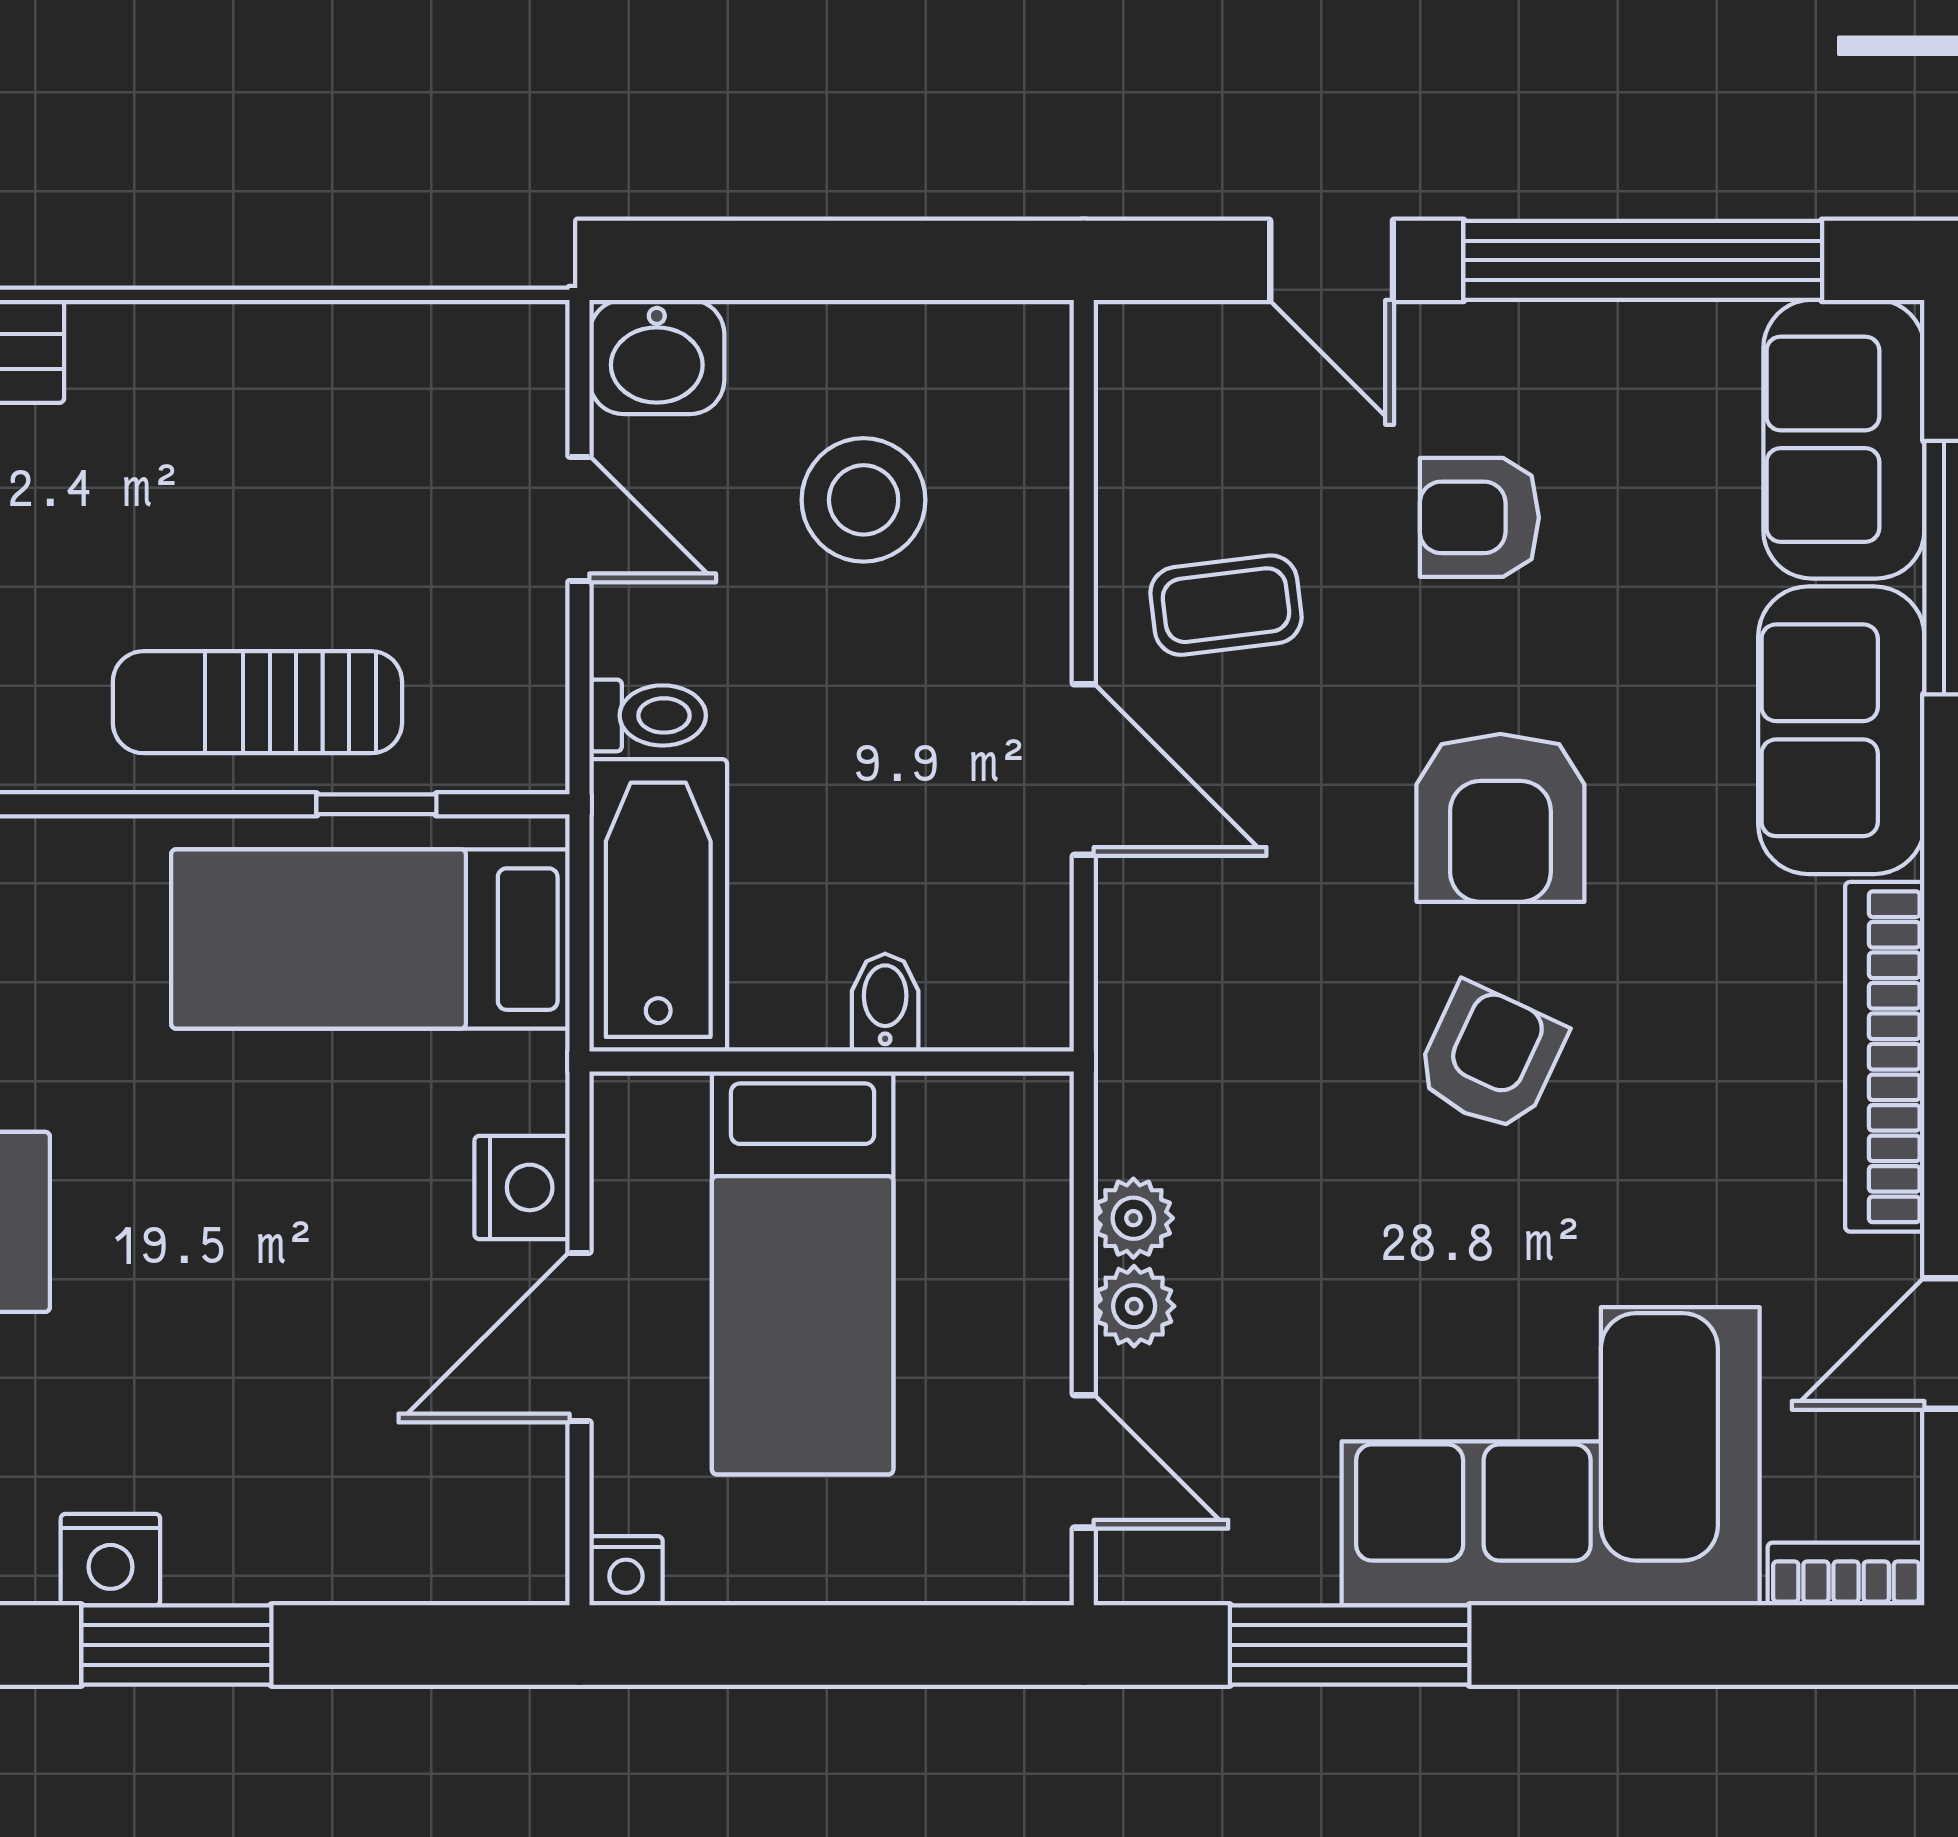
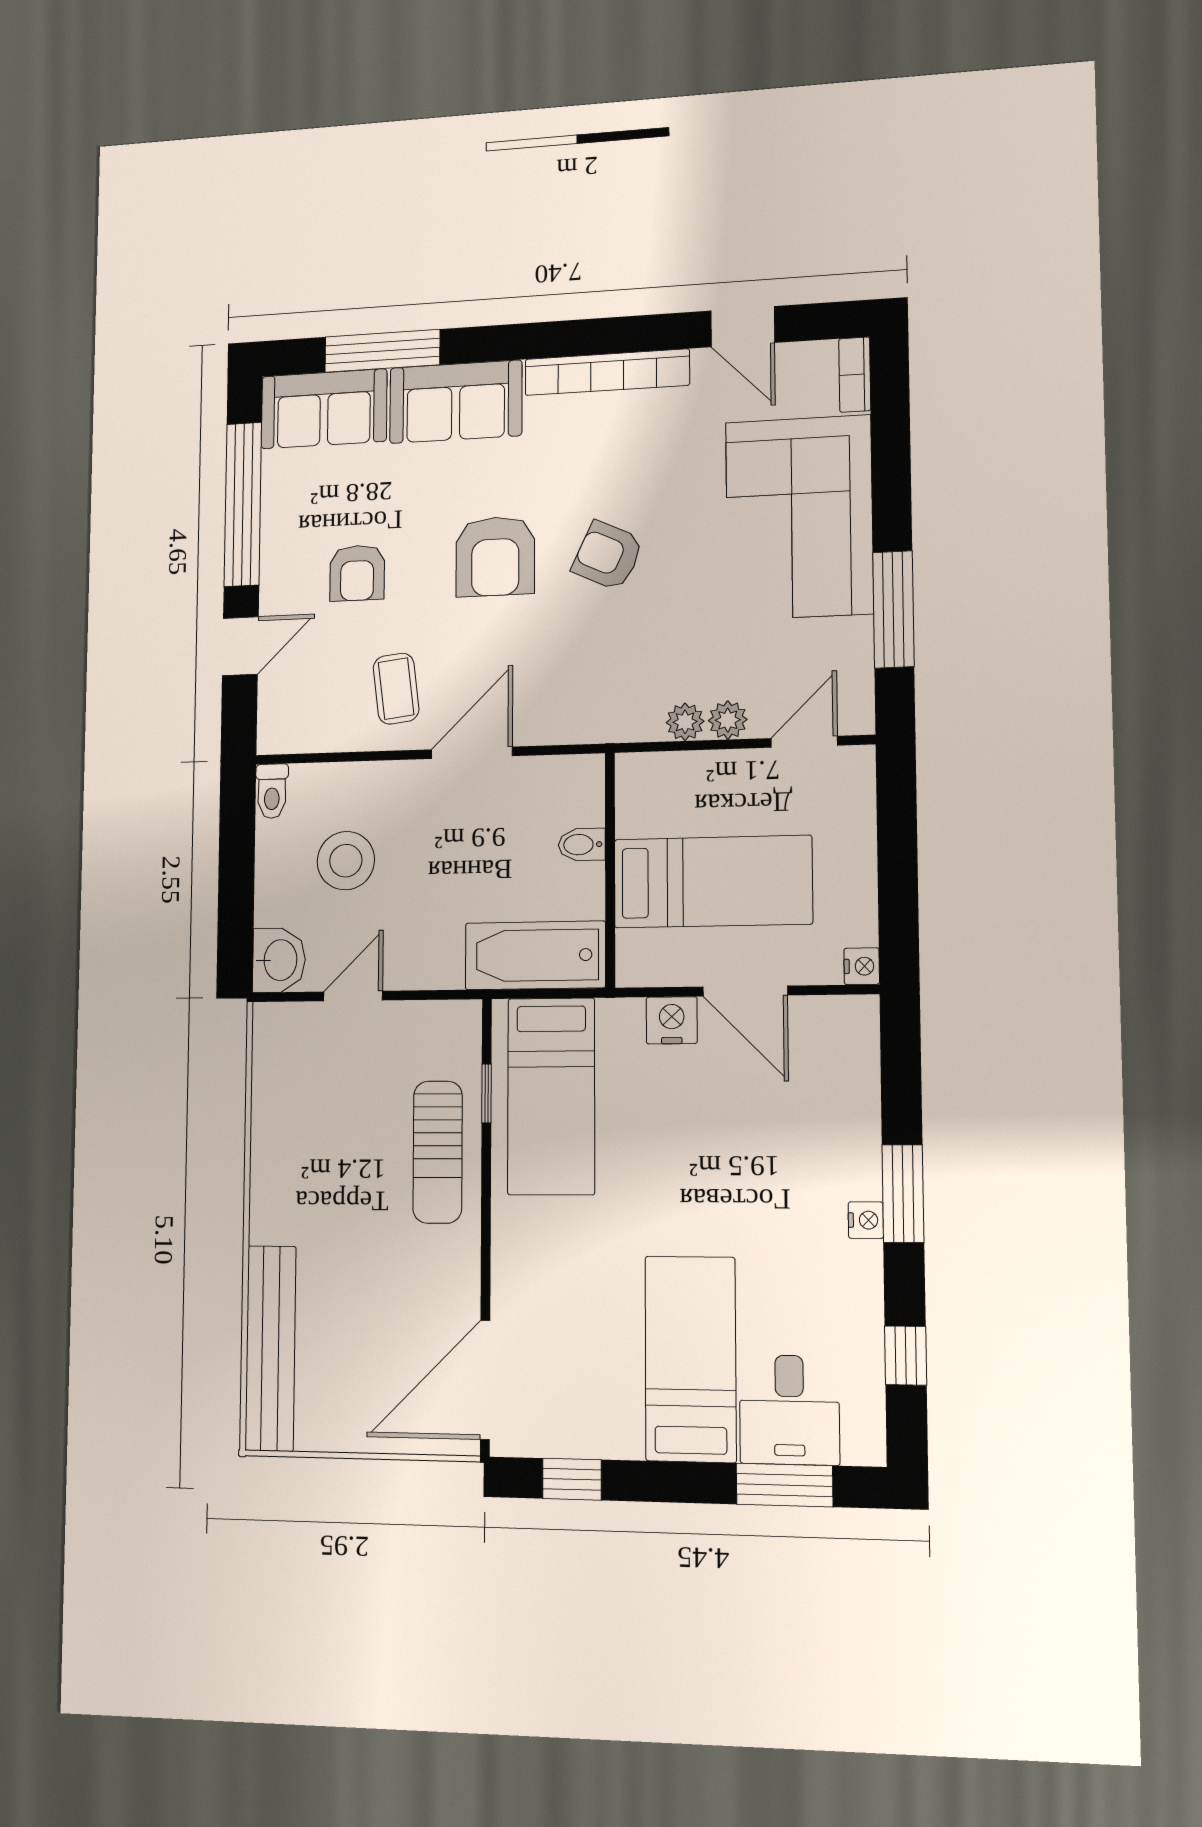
toilet: (648, 715) -> (272, 791), moved, turned 180
armchair: (1500, 818) -> (495, 556), turned 90
nightstand: (110, 1560) -> (866, 1220), width x0.72, depth x0.74

